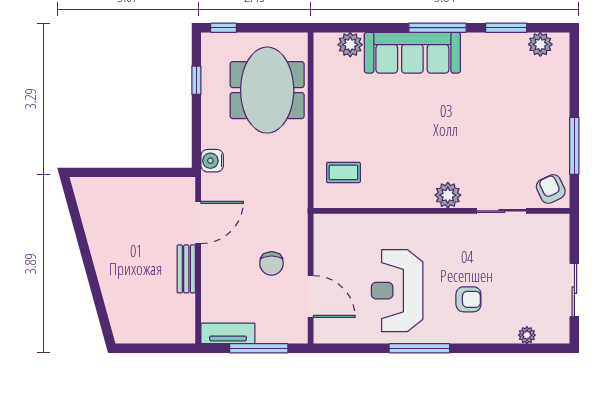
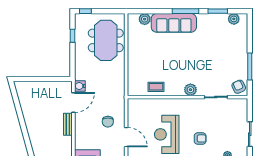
water cooler: (212, 161) -> (80, 86), moved
coffee table: (343, 172) -> (156, 87), moved

